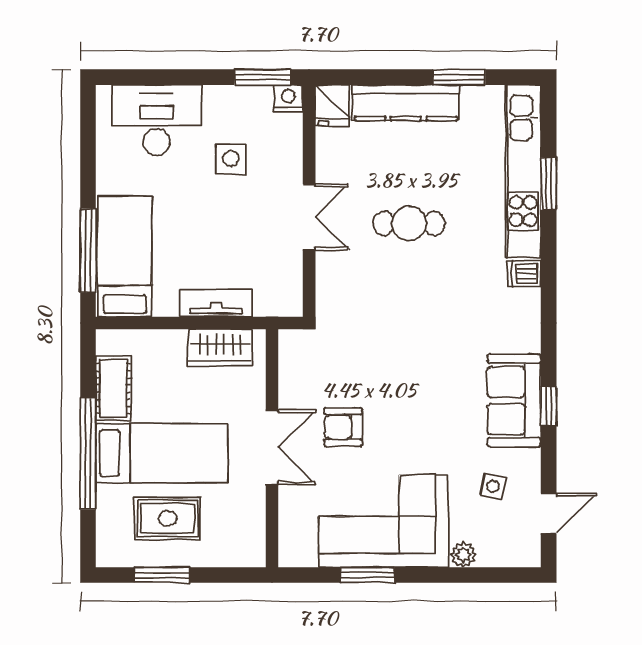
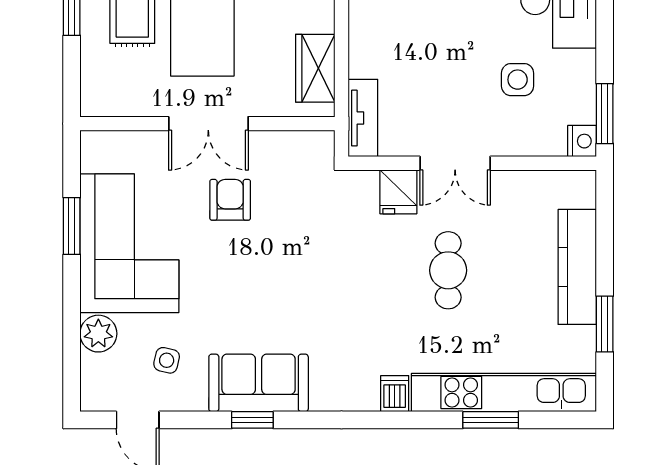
fridge: (332, 105) -> (398, 192), moved, turned -90
tv unit: (216, 303) -> (363, 118), moved
plant: (463, 555) -> (98, 334), width x1.38, depth x1.38

